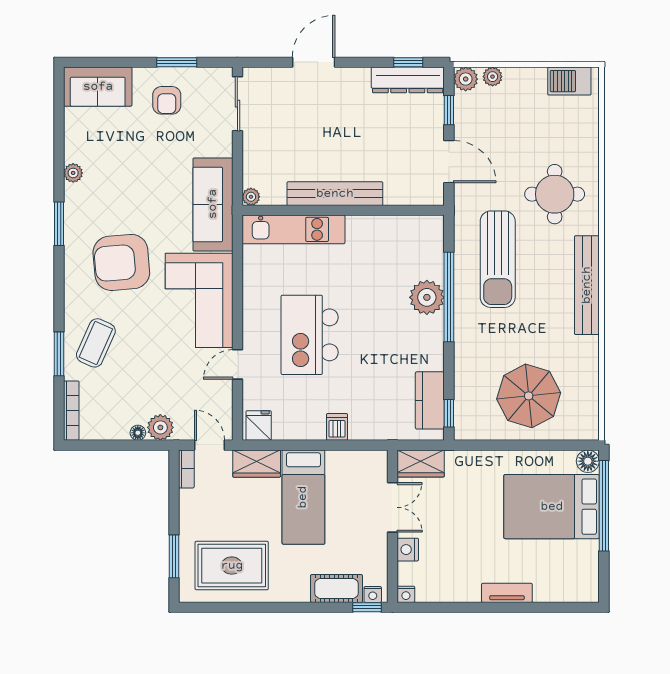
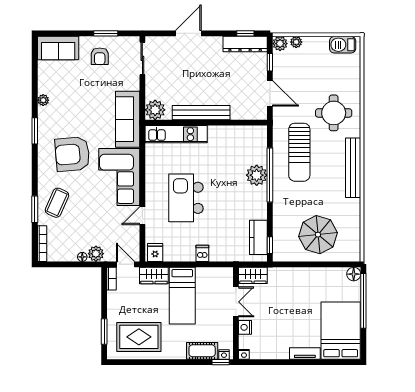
plant: (251, 197) -> (155, 110), width x1.88, depth x1.88
bed: (552, 507) -> (341, 331), moved, turned 90

